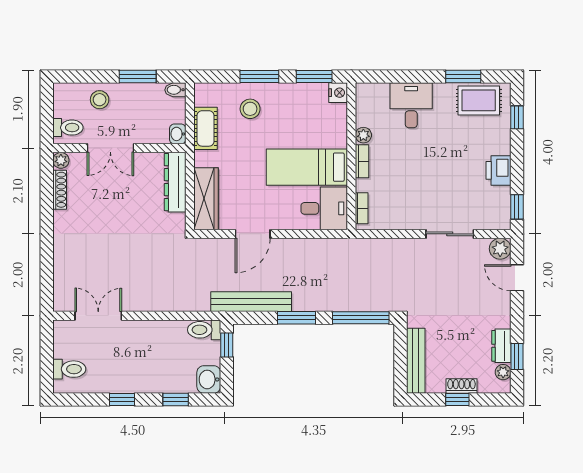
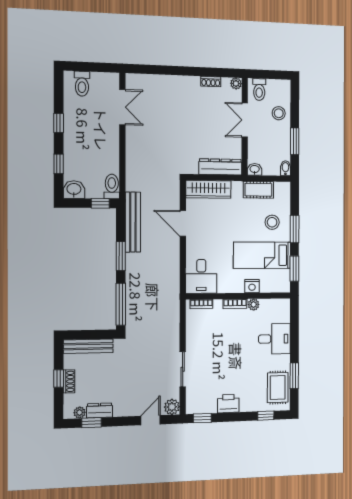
nightstand: (338, 93) -> (252, 286), moved
bed: (307, 167) -> (262, 255), moved, turned -90
shoe rack: (60, 190) -> (211, 82), width x0.70

